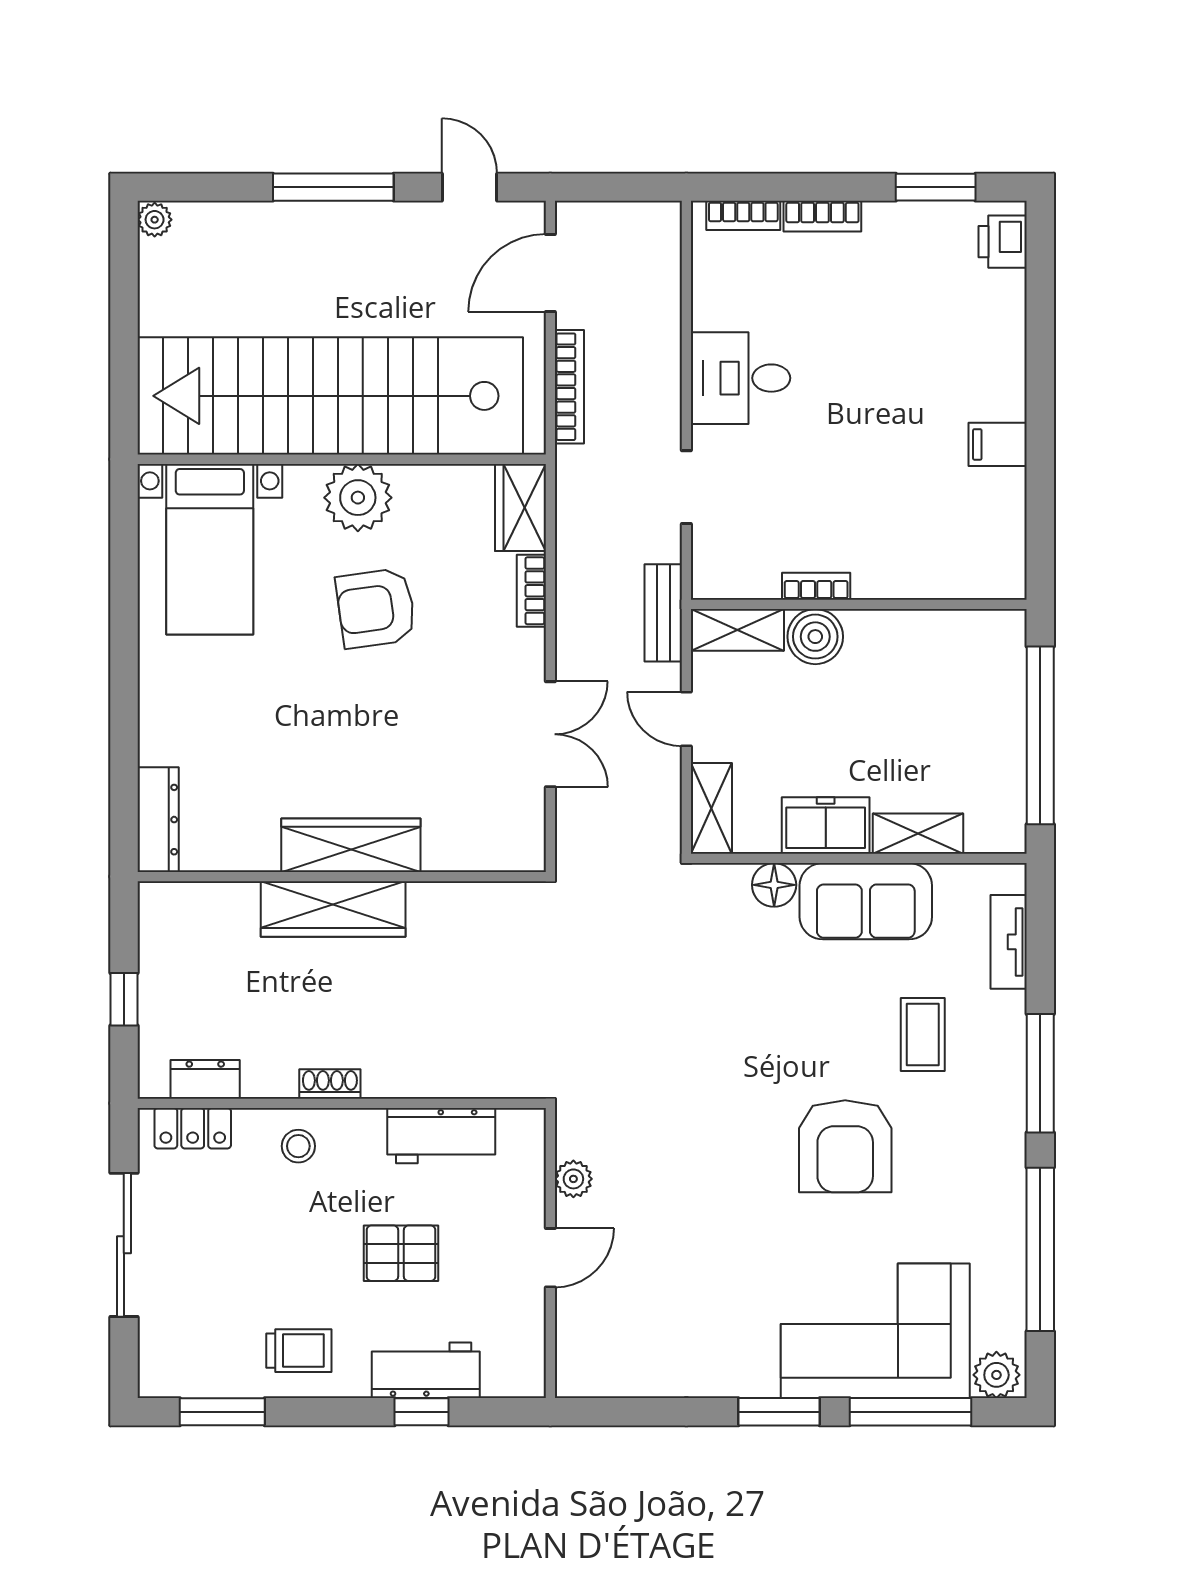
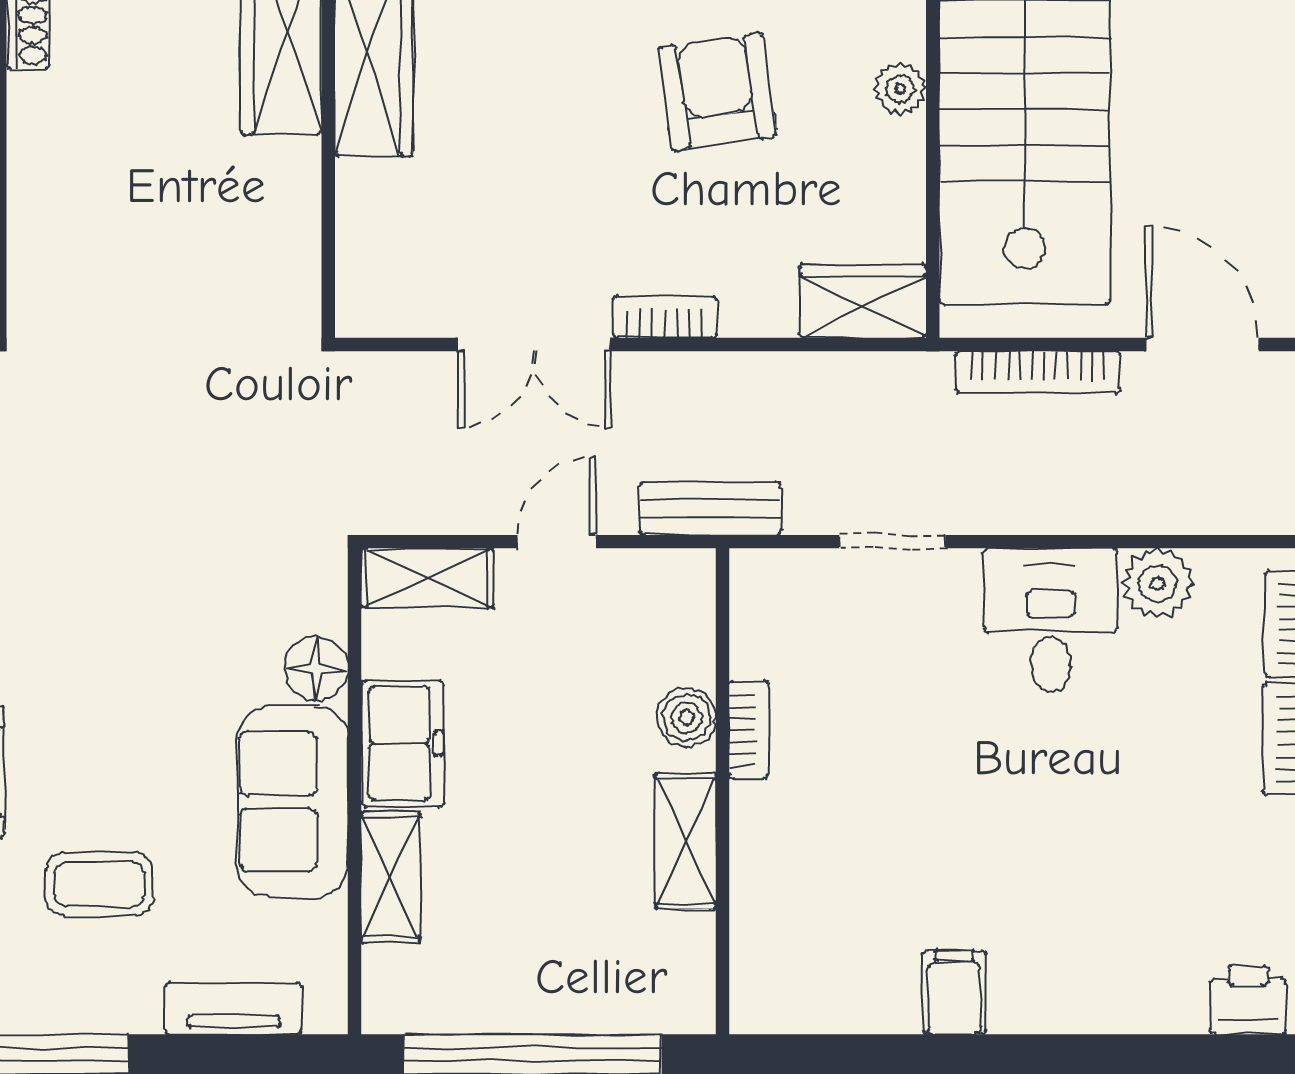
plant: (715, 304) -> (1158, 584), added
plant: (358, 498) -> (900, 88), width x0.53, depth x0.53
bookcase: (531, 591) -> (665, 317), moved
shelving: (737, 630) -> (686, 841), moved
boiler: (815, 637) -> (687, 718), width x0.73, depth x0.73

